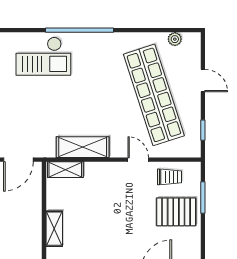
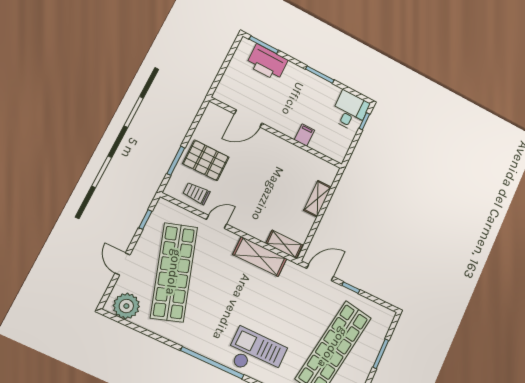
plant: (175, 39) -> (126, 306), width x1.87, depth x1.87
door: (138, 160) -> (217, 222), swing flipped

